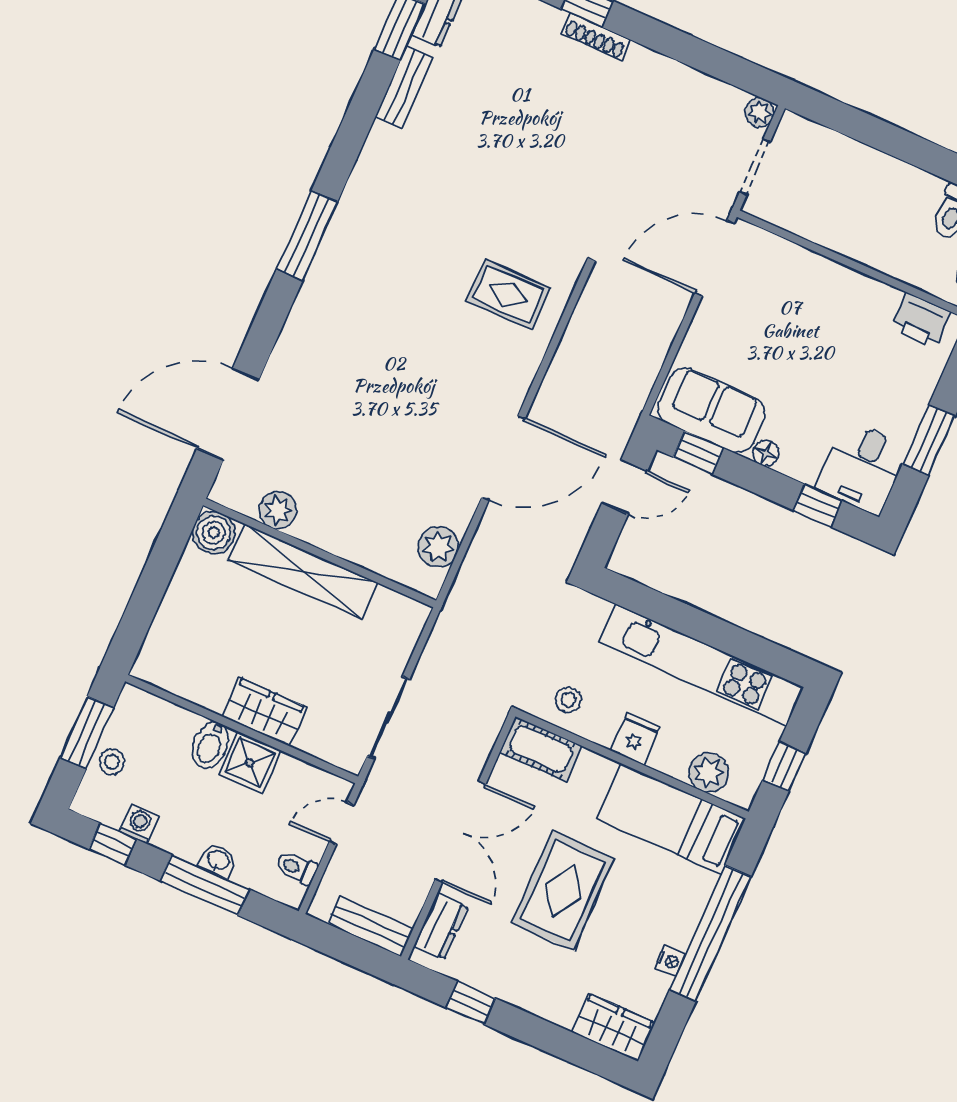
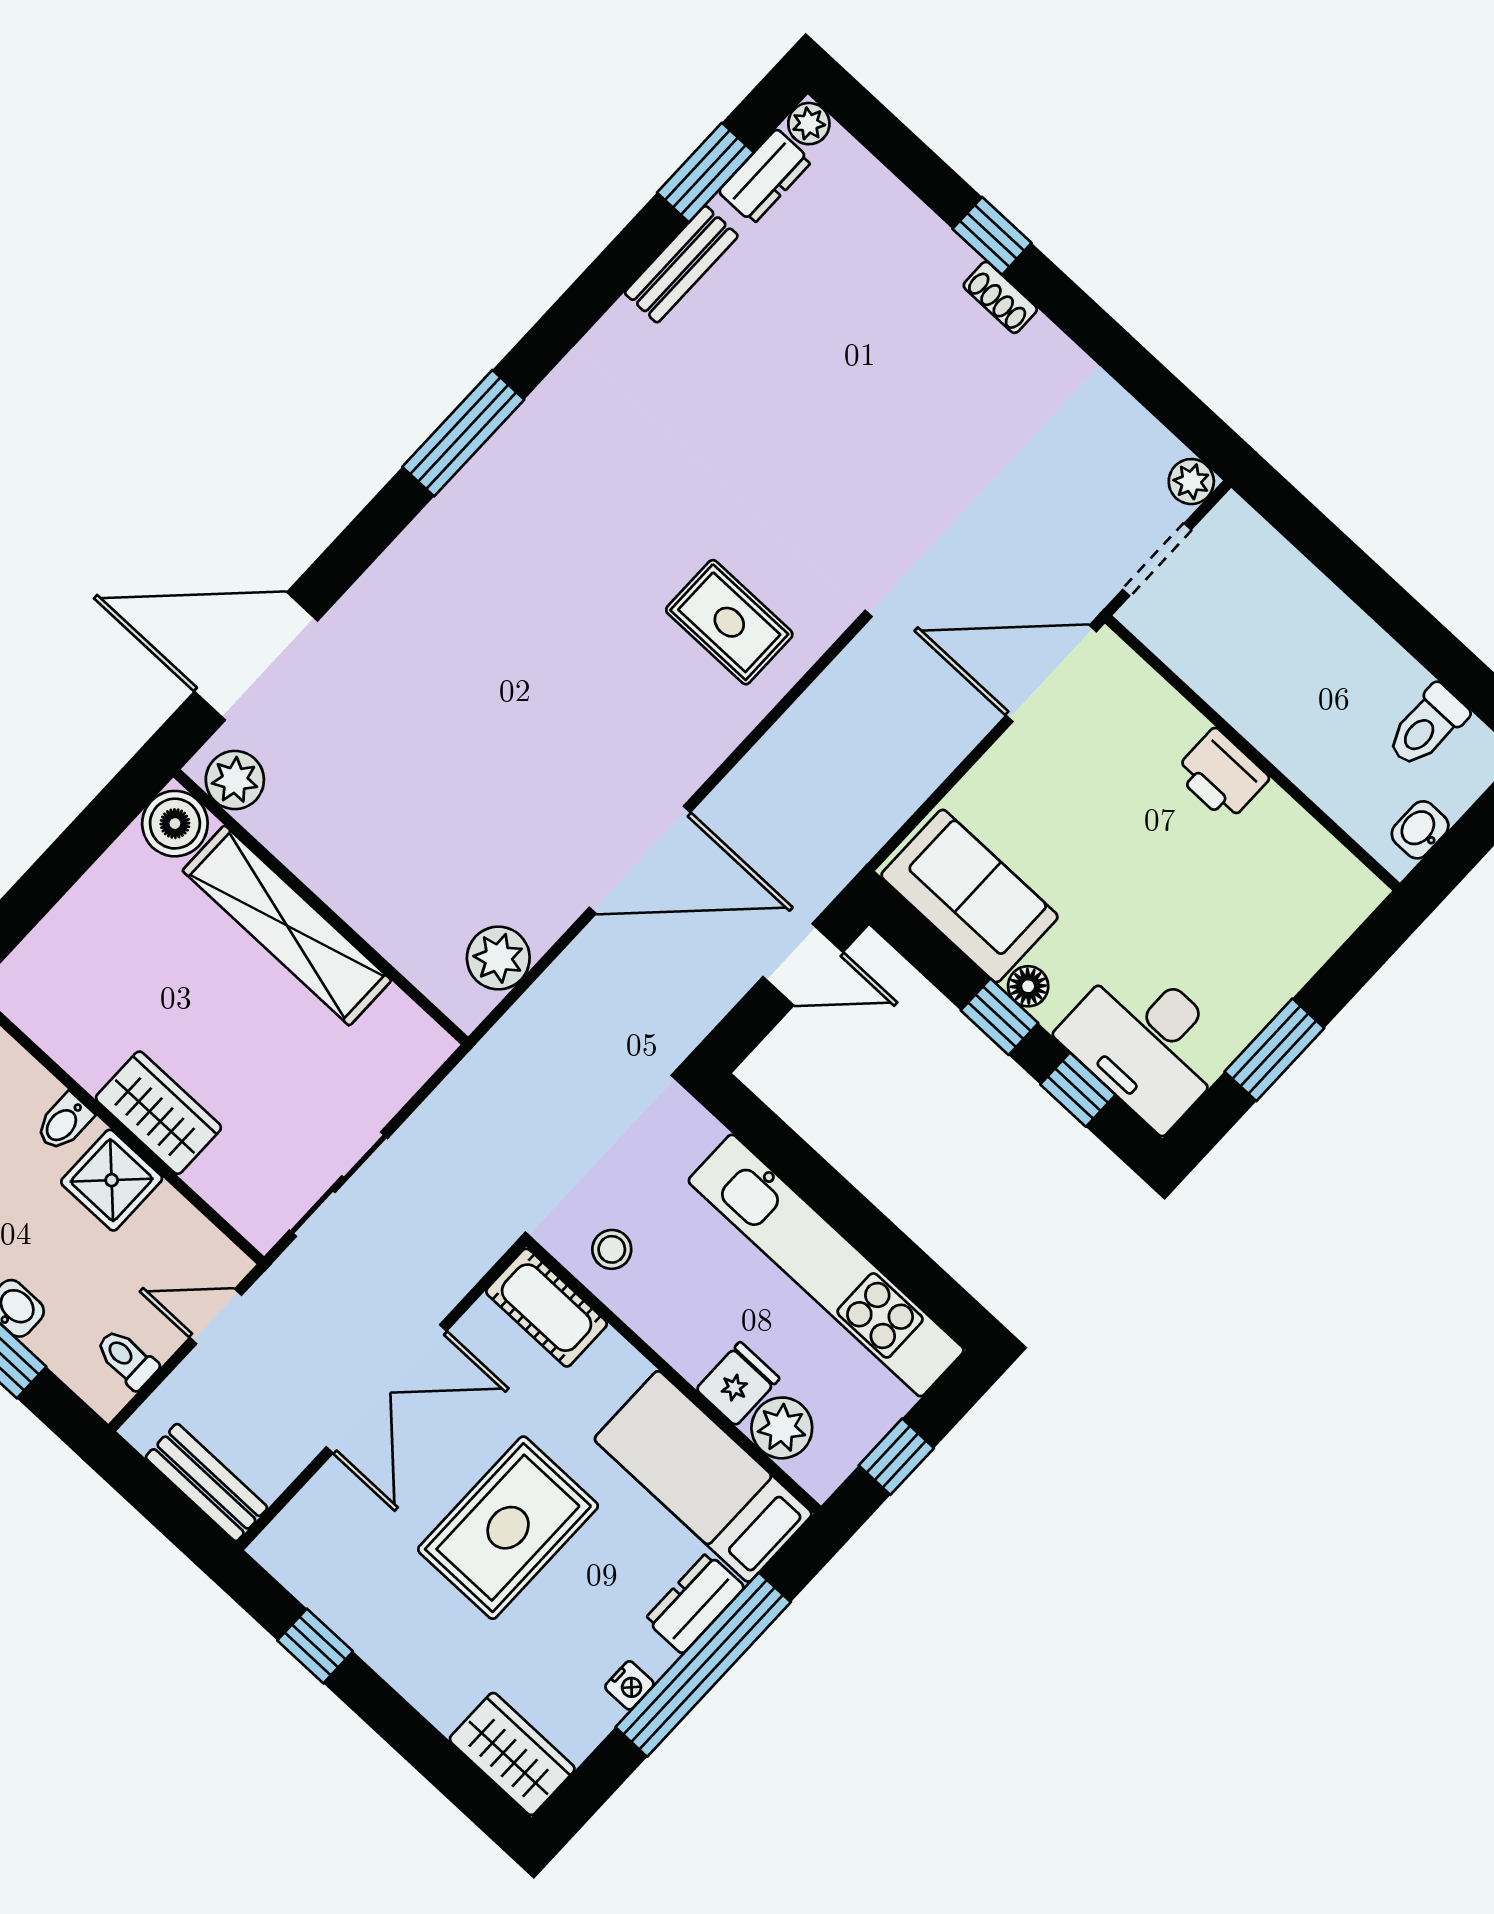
shoe rack: (596, 37) -> (1000, 297), width x0.70
printer: (921, 321) -> (1221, 775), moved
window: (698, 453) -> (1000, 1017), moved
desk: (862, 468) -> (1147, 1043), width x1.37
plant: (278, 510) -> (235, 780), moved
fridge: (635, 739) -> (738, 1384), moved
bidet: (210, 745) -> (64, 1122), width x0.72, depth x0.74
dresser: (441, 926) -> (695, 1603), moved, turned 180

